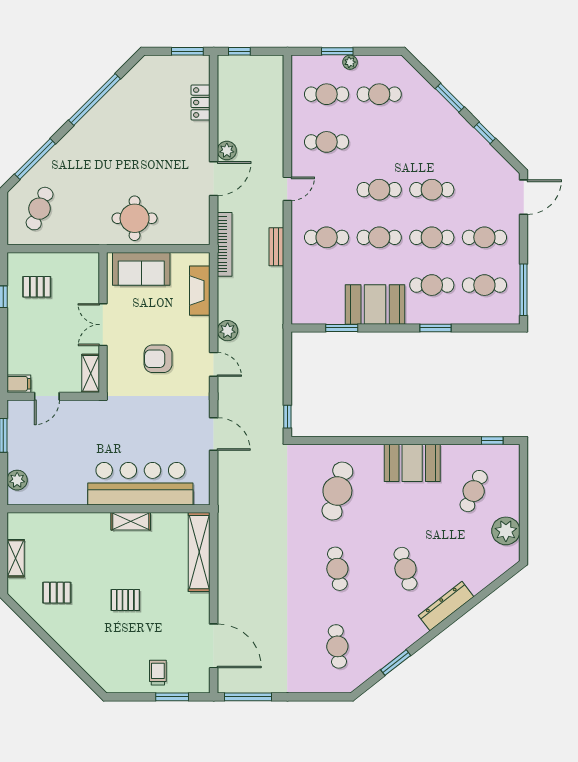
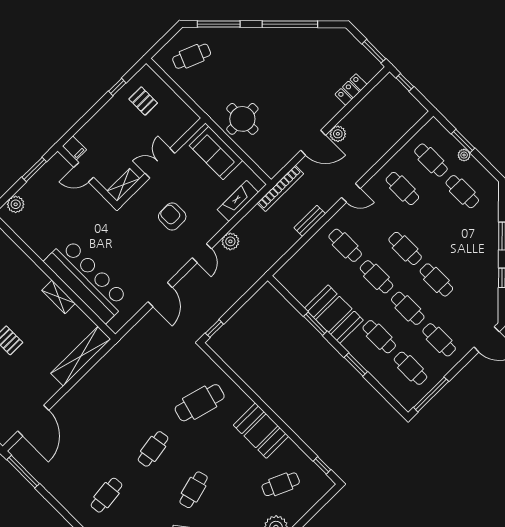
window: (342, 328) -> (315, 324), moved

